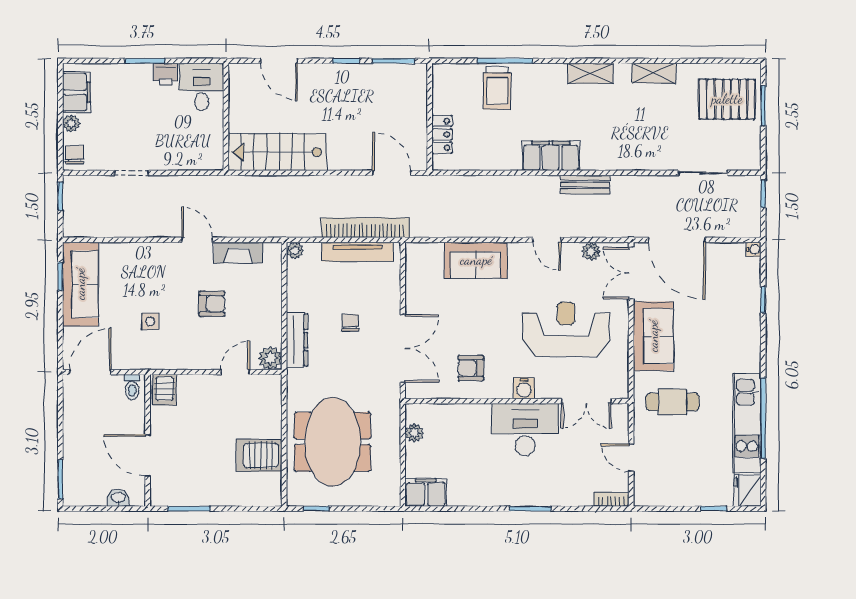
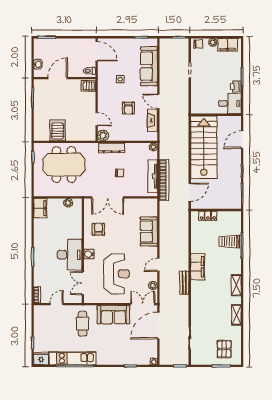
pallet: (727, 99) -> (224, 349), width x0.67, depth x0.71
stairs: (277, 152) -> (204, 147), width x1.36, depth x1.51
door: (197, 240) -> (158, 101), swing flipped
sofa: (80, 284) -> (149, 66), moved, turned 90

